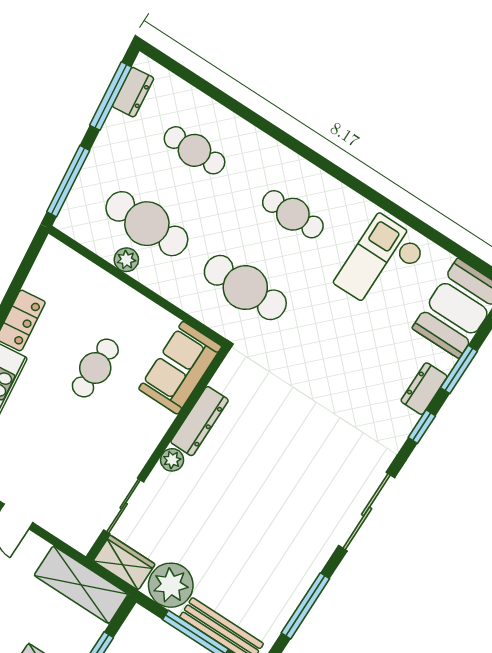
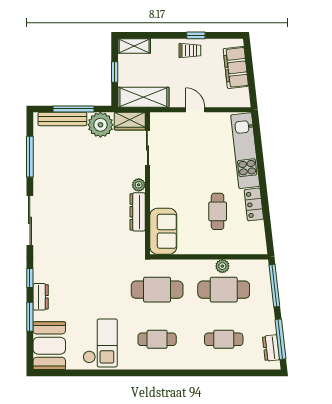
cafe table: (95, 368) -> (218, 211), moved

